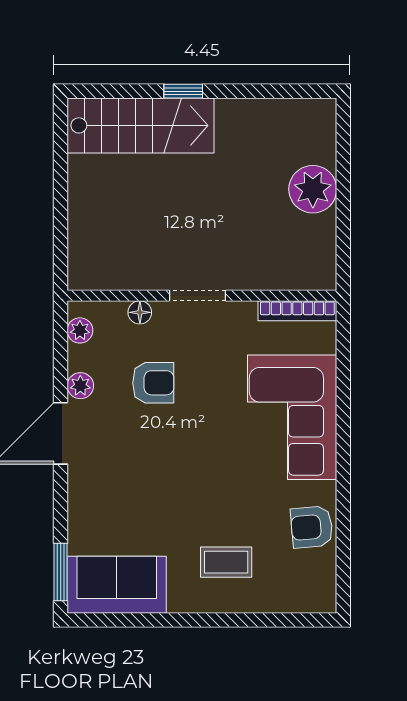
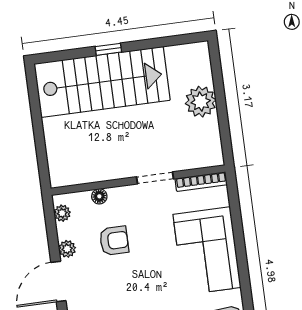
stairs: (140, 125) -> (102, 82), width x1.36, depth x1.51
doorway: (198, 296) -> (155, 178), moved

